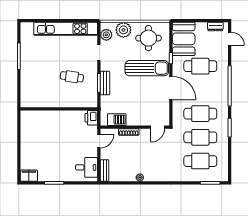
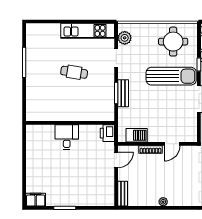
kitchen unit: (66, 29) -> (88, 31), width x0.73
plant: (123, 30) -> (144, 32), removed
cafe table: (72, 77) -> (74, 72), moved
door: (158, 127) -> (172, 144), moved
desk: (87, 167) -> (67, 137), moved, turned -90

